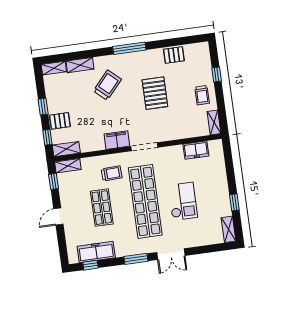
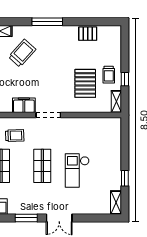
window: (217, 75) -> (125, 79), moved
pallet: (155, 93) -> (85, 83), moved
freezer: (196, 150) -> (96, 125), removed
shop shelf: (145, 201) -> (42, 166), width x0.50, depth x0.74
checkout: (183, 201) -> (77, 171), turned 180

